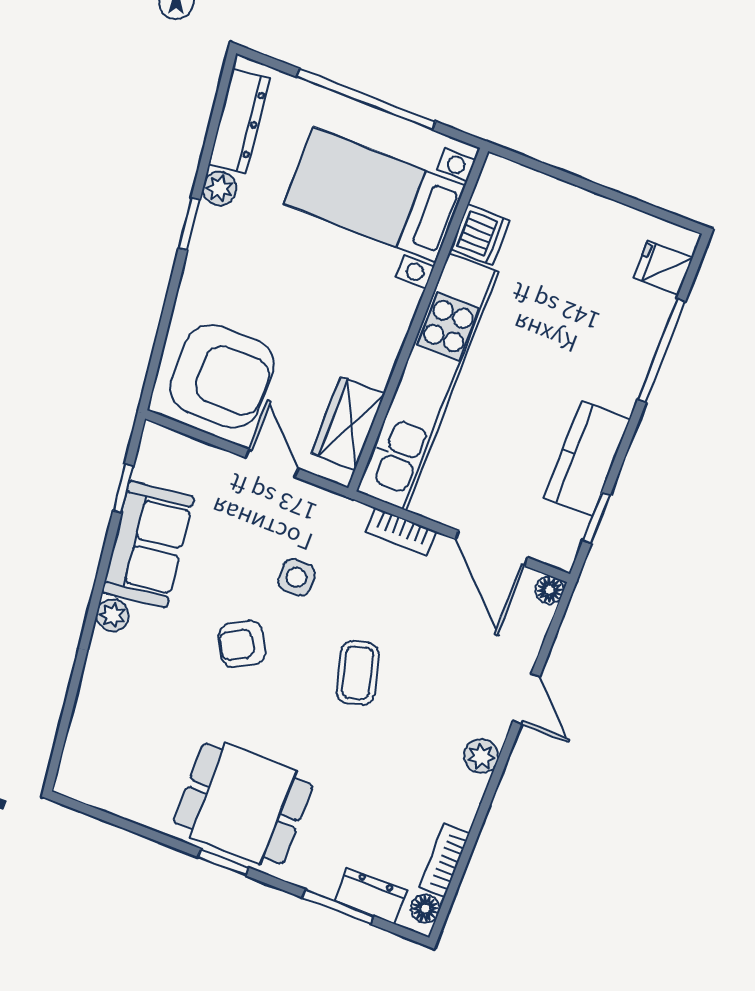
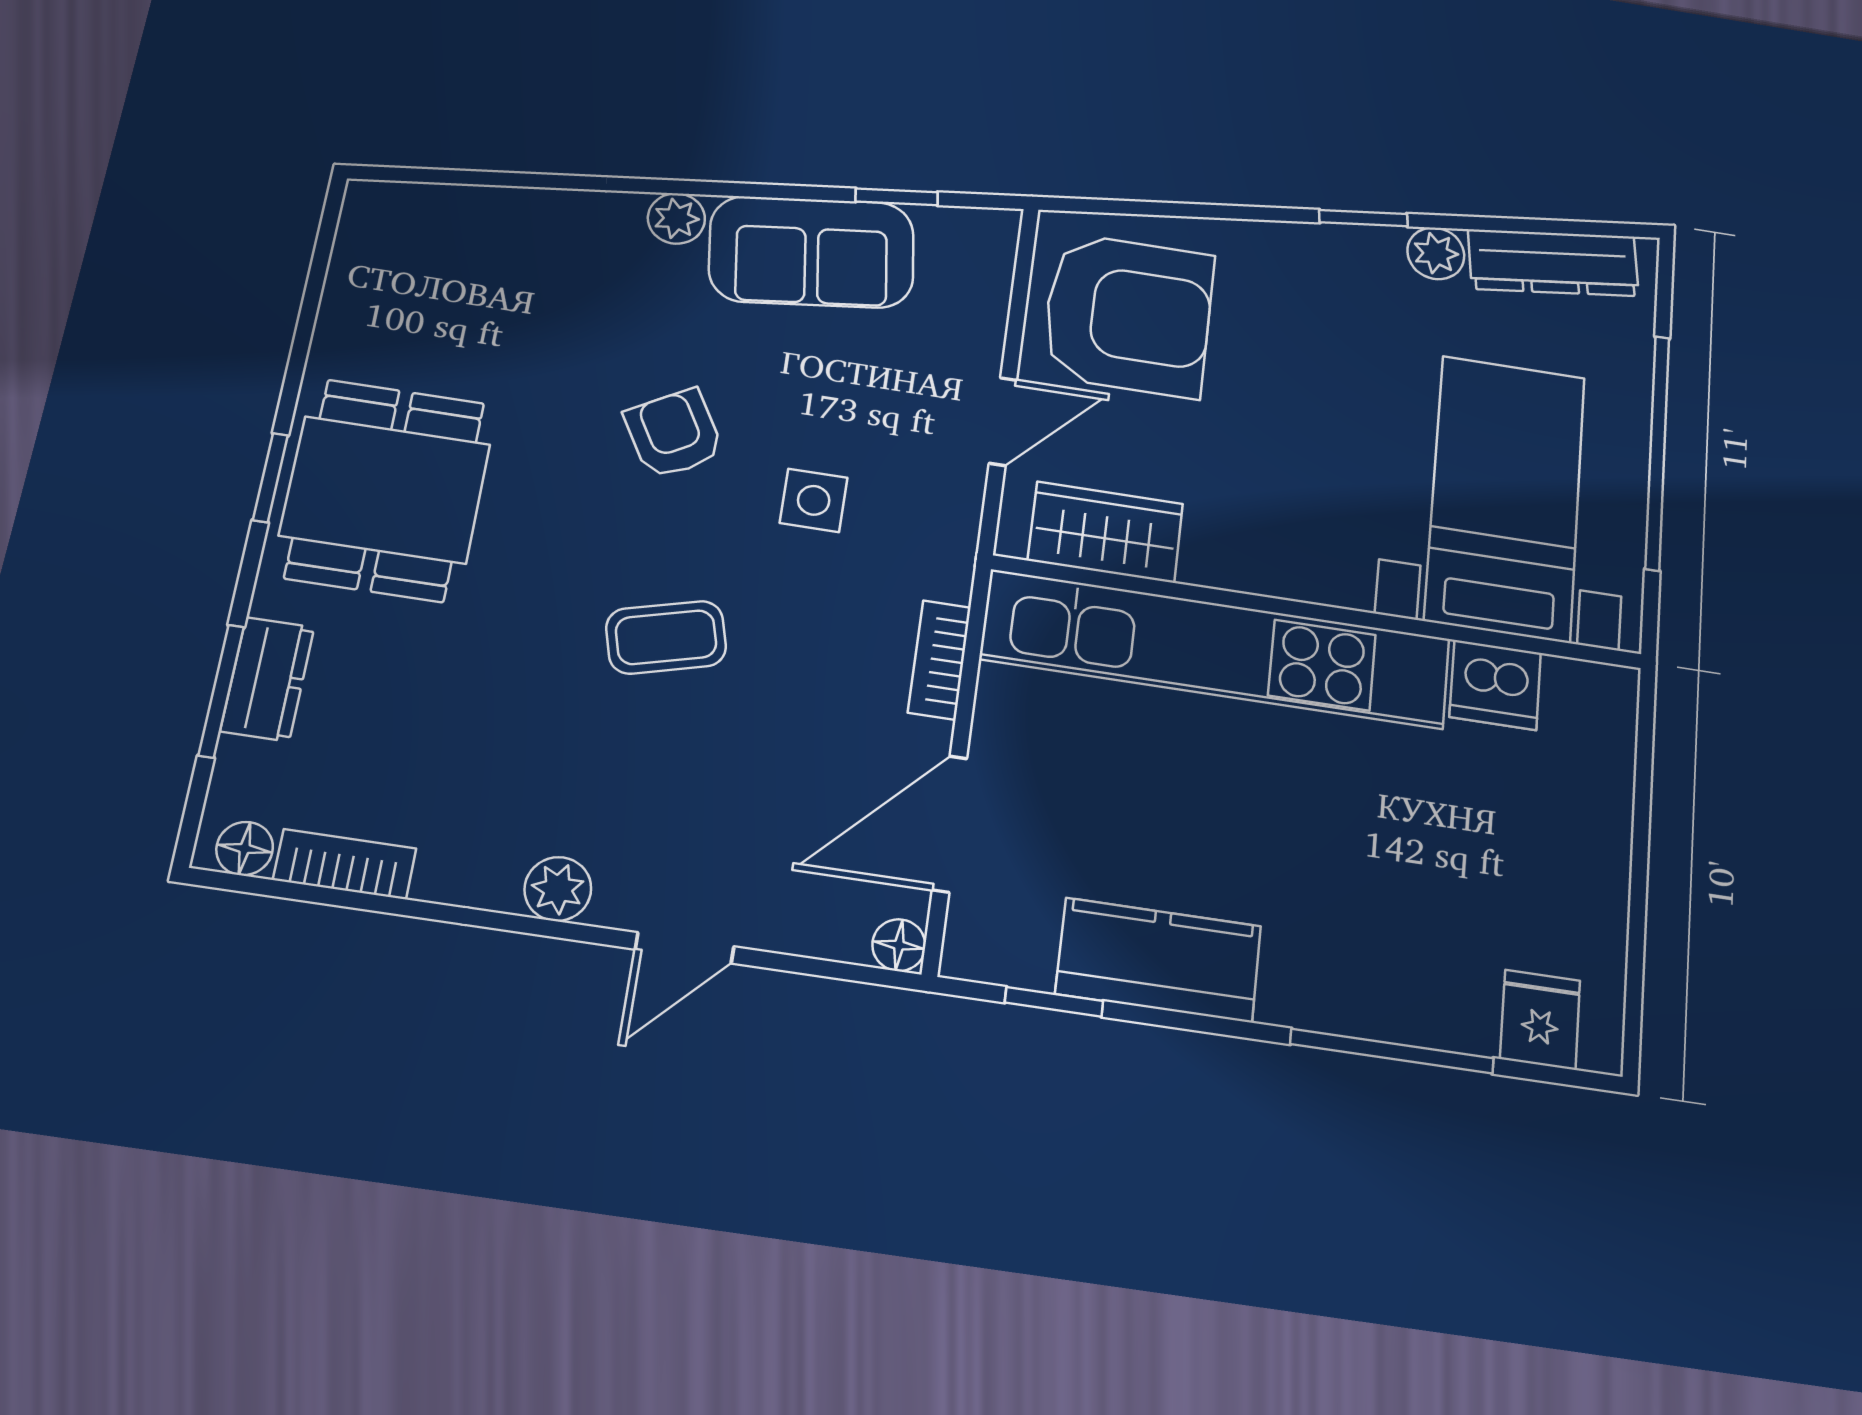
armchair: (222, 376) -> (1128, 315), turned -90
dresser: (371, 896) -> (267, 679), moved

